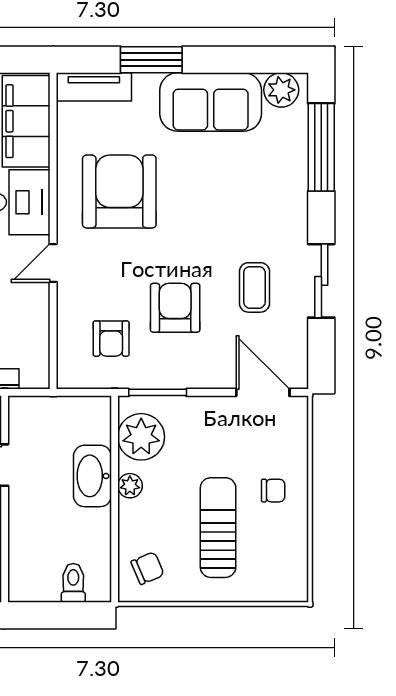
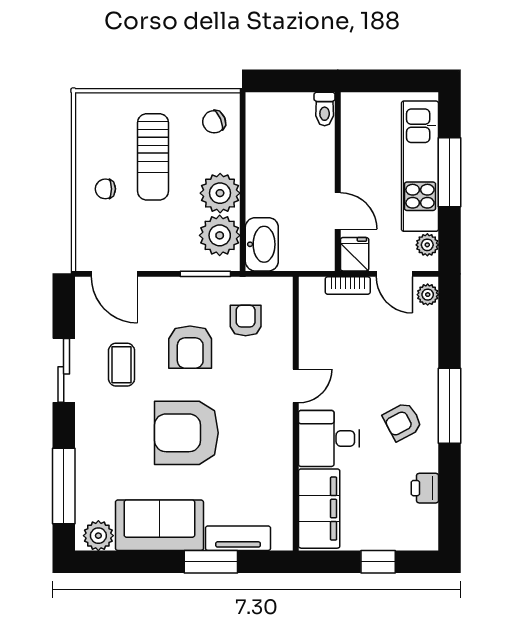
tv unit: (94, 87) -> (238, 538), moved
armchair: (119, 192) -> (186, 433), moved, turned 90
washbasin: (92, 476) -> (262, 244), moved
plant: (130, 486) -> (220, 193), width x1.87, depth x1.87
toilet: (73, 583) -> (325, 109), moved

